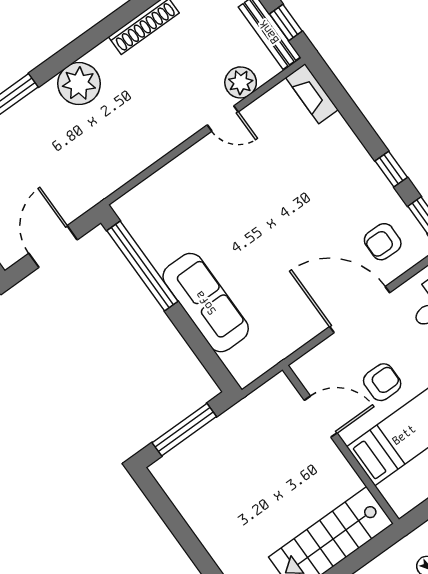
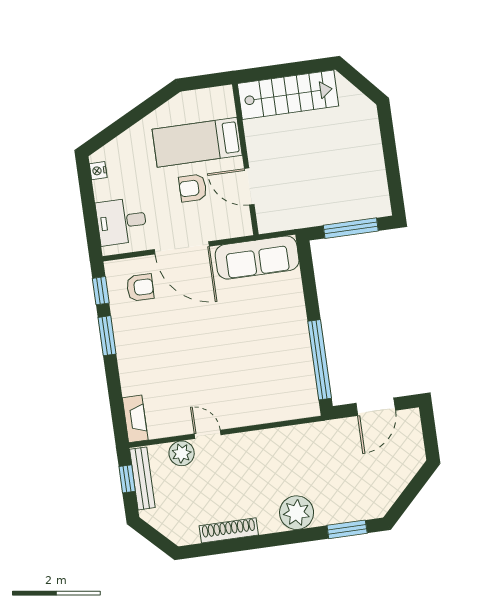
window: (391, 169) -> (107, 336), width x1.50
sofa: (206, 303) -> (257, 258), moved, turned -90

